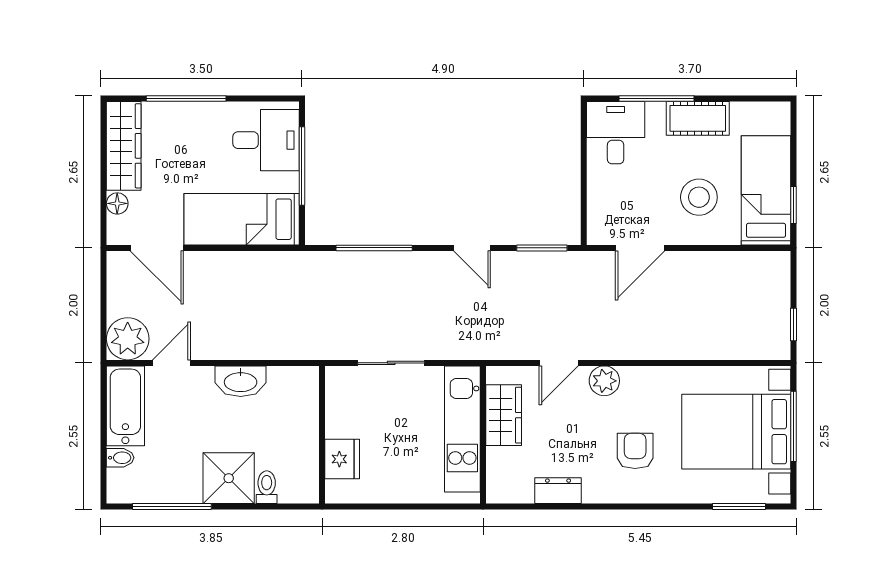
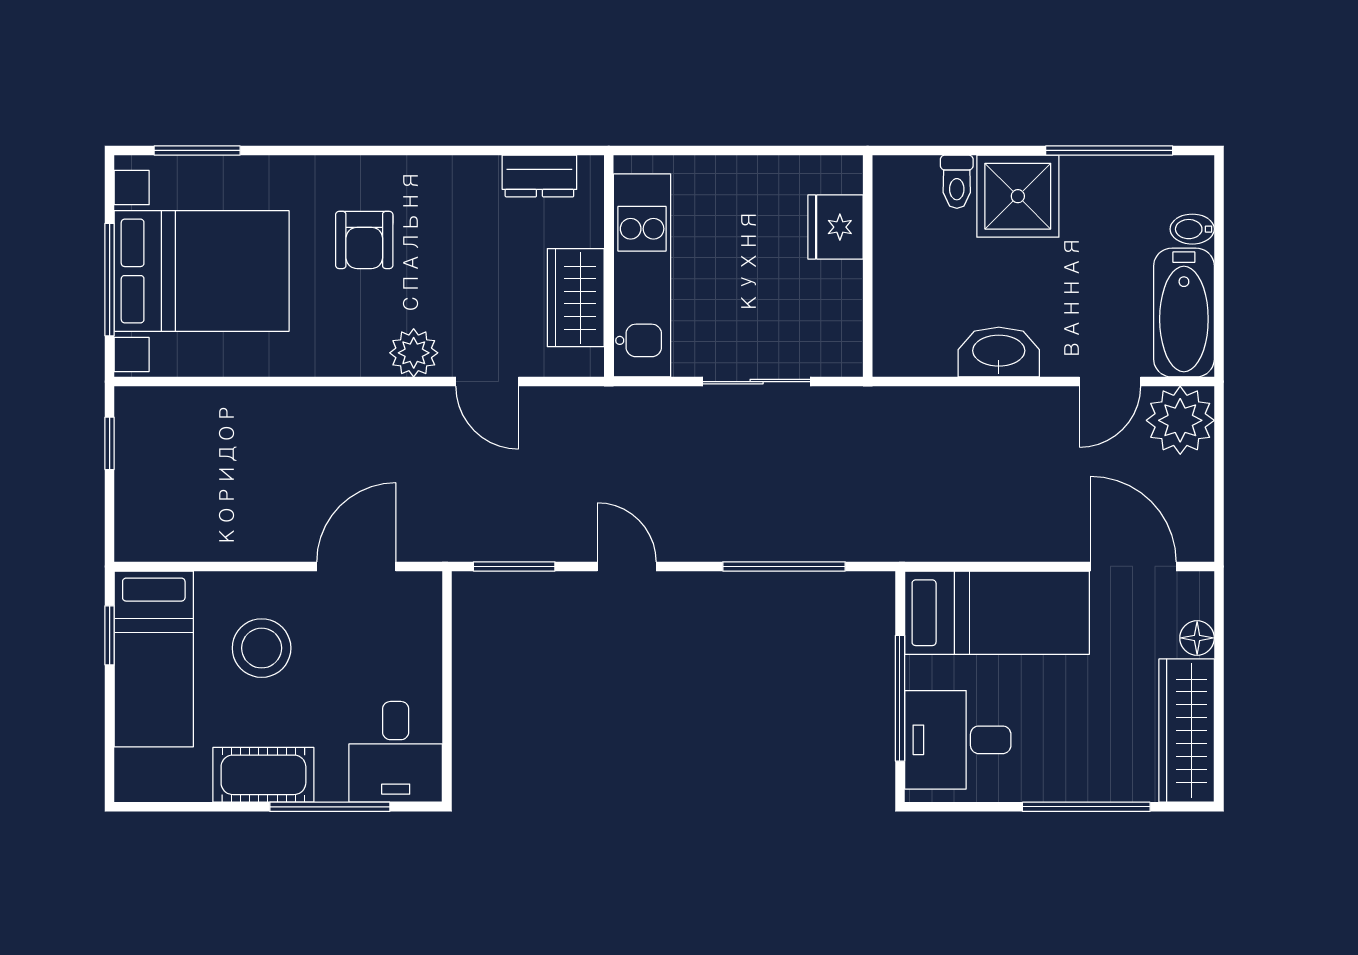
door: (559, 363) -> (487, 382), swing flipped
dresser: (558, 491) -> (539, 176), moved

